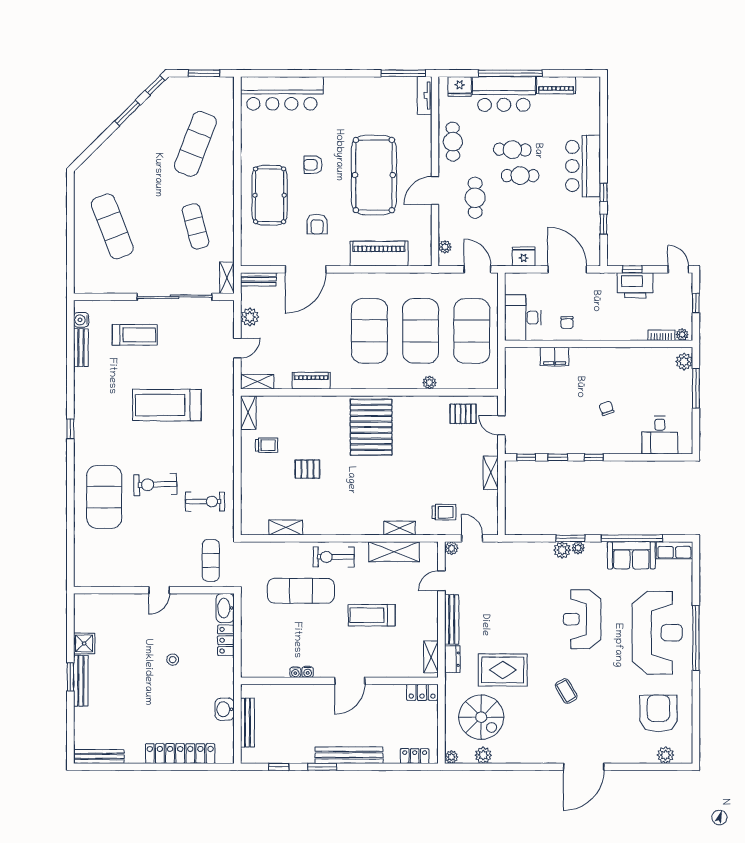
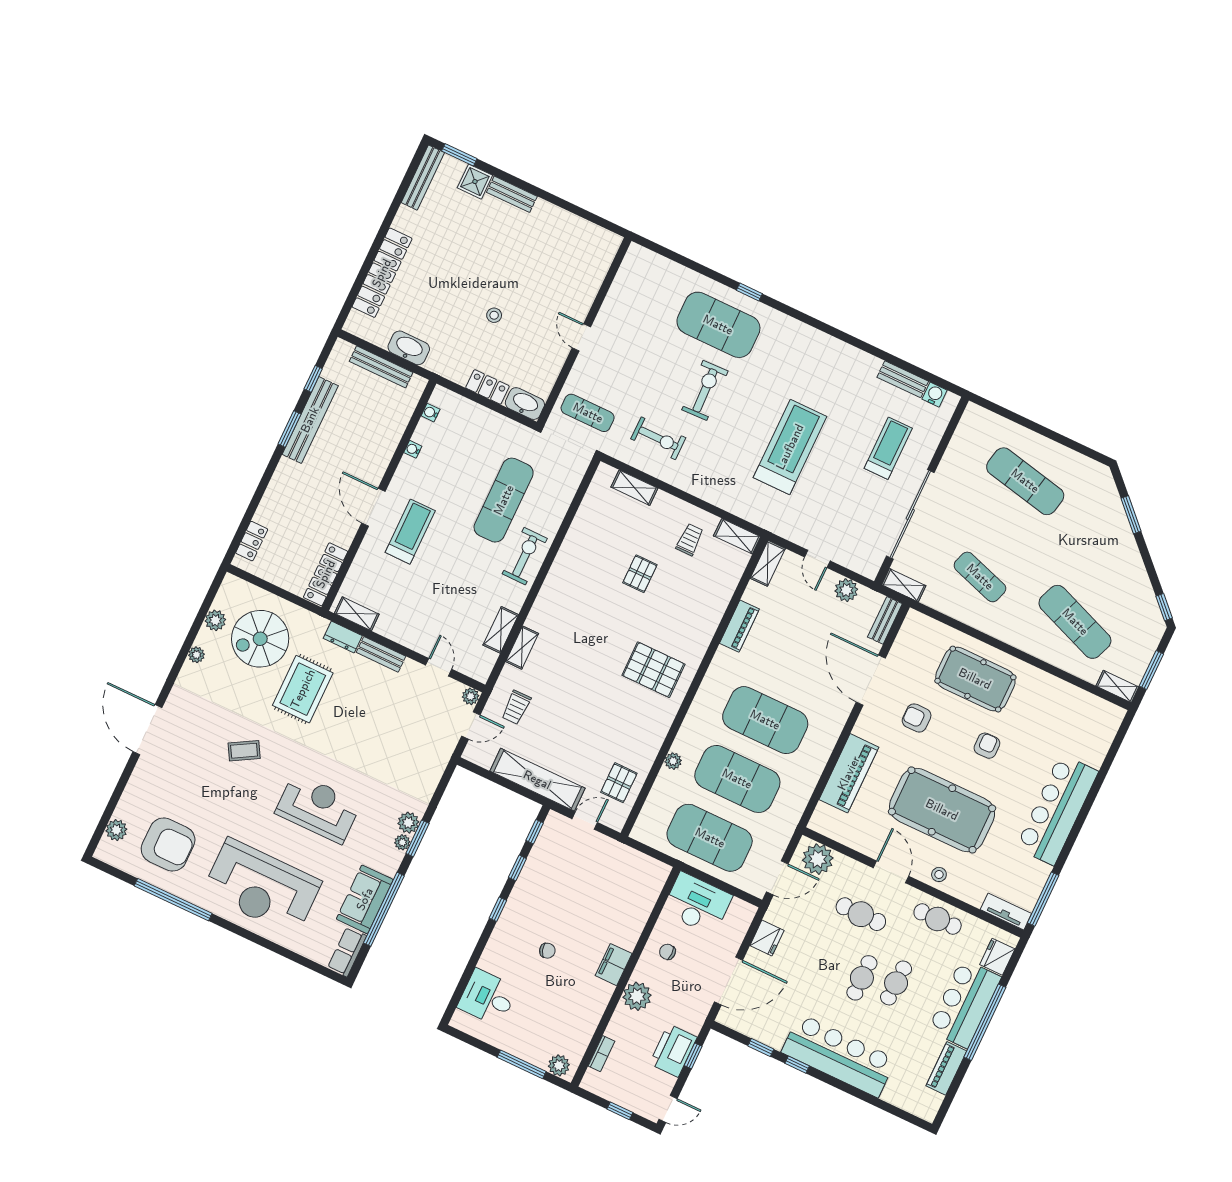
shelving: (227, 92) -> (1117, 686), added
bar counter: (282, 93) -> (1057, 810), moved
window: (128, 113) -> (1131, 515), moved
stool: (421, 156) -> (939, 874), added
bar counter: (583, 166) -> (839, 1055), width x1.36
exercise mat: (112, 226) -> (1025, 481), turned 33
exercise mat: (195, 226) -> (980, 577), turned 33
plant: (445, 247) -> (818, 859), width x1.87, depth x1.87
treadmill: (135, 335) -> (888, 448), turned 180
plant: (682, 335) -> (637, 996), moved, width x1.87, depth x1.87
filing cabinet: (555, 357) -> (614, 965), moved
pallet: (371, 427) -> (653, 670), width x0.73, depth x0.71
window: (70, 429) -> (749, 292), moved
trolley: (267, 445) -> (690, 540), turned 180
shelving: (491, 473) -> (537, 780), width x2.20, depth x1.33
exercise bike: (205, 502) -> (658, 438), turned -90
shelving: (286, 527) -> (634, 488), moved, turned 90
shelving: (394, 552) -> (501, 630), width x0.67, depth x0.75
treadmill: (372, 615) -> (410, 532), moved
bench: (452, 619) -> (381, 654), width x0.73
window: (696, 638) -> (173, 900), moved
shower: (84, 643) -> (475, 182), moved
water cooler: (308, 672) -> (431, 413), moved
window: (70, 677) -> (459, 155), moved
bench: (81, 681) -> (512, 194), width x0.73
locker: (422, 692) -> (326, 574), width x1.53
washbasin: (225, 709) -> (409, 348), width x1.38
bench: (349, 755) -> (310, 420), moved
plant: (451, 757) -> (196, 655), moved

